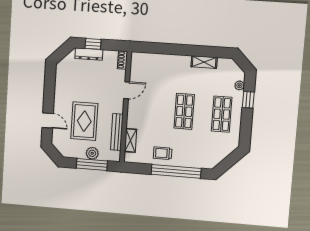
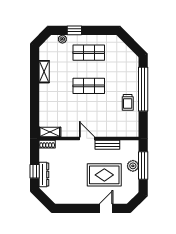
door: (127, 90) -> (87, 138), moved
bench: (117, 132) -> (107, 145), width x0.73
shelving: (131, 140) -> (50, 132), moved

